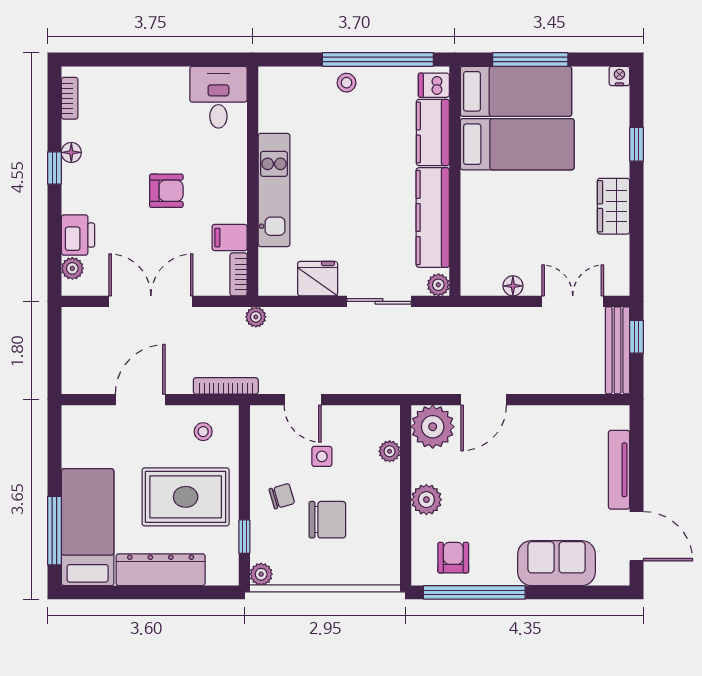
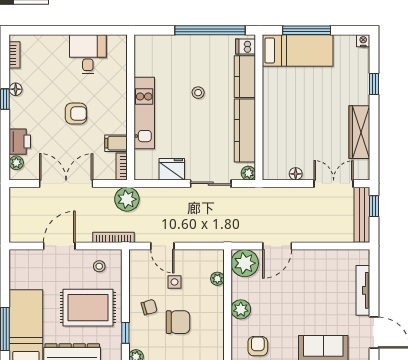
stool: (347, 83) -> (198, 93), moved
desk: (218, 97) -> (88, 54), moved
bed: (517, 144) -> (298, 84), removed
wardrobe: (614, 206) -> (359, 132), width x1.50
plant: (256, 317) -> (127, 199), width x1.88, depth x1.88

